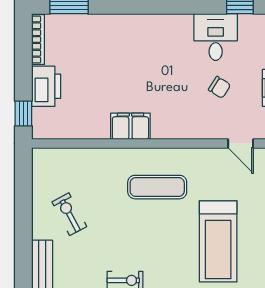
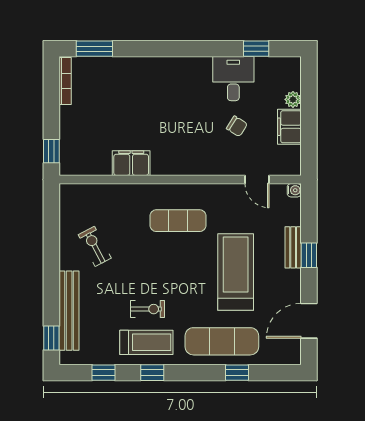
printer: (46, 86) -> (73, 125), removed
filing cabinet: (130, 126) -> (131, 163), moved
treadmill: (218, 241) -> (236, 272), turned 180

